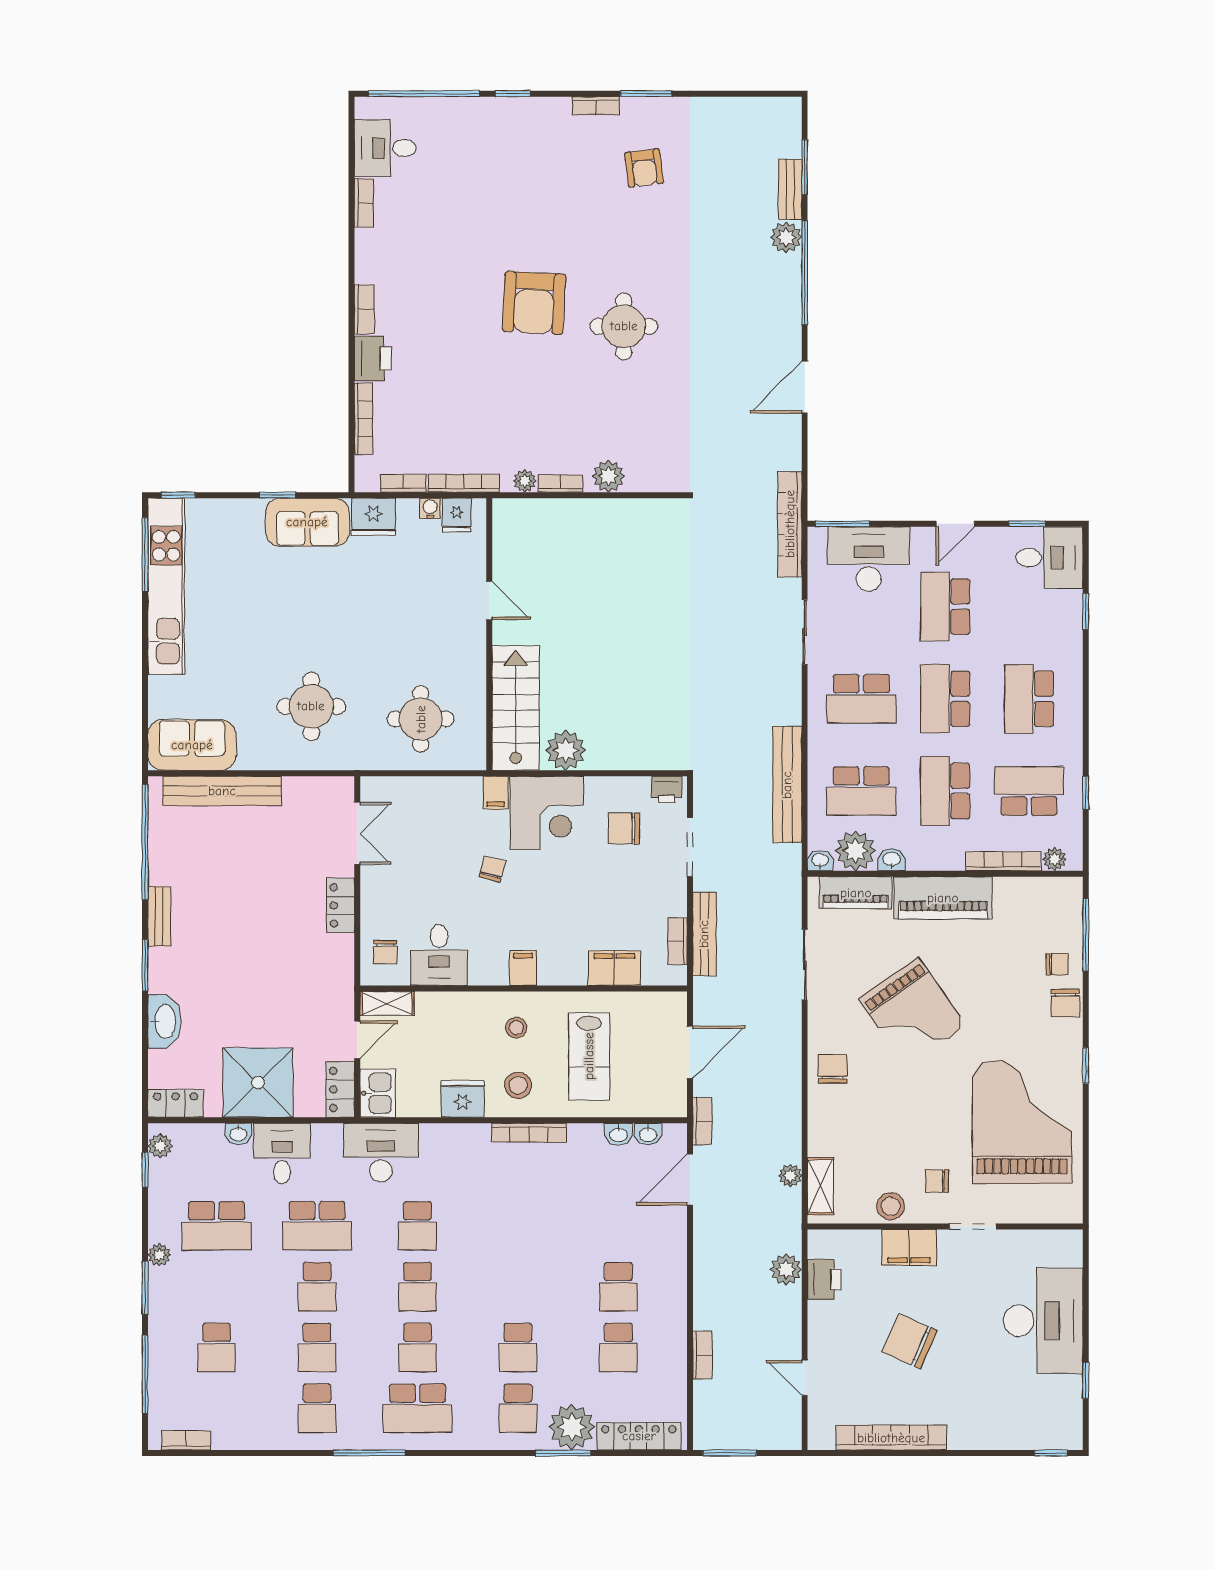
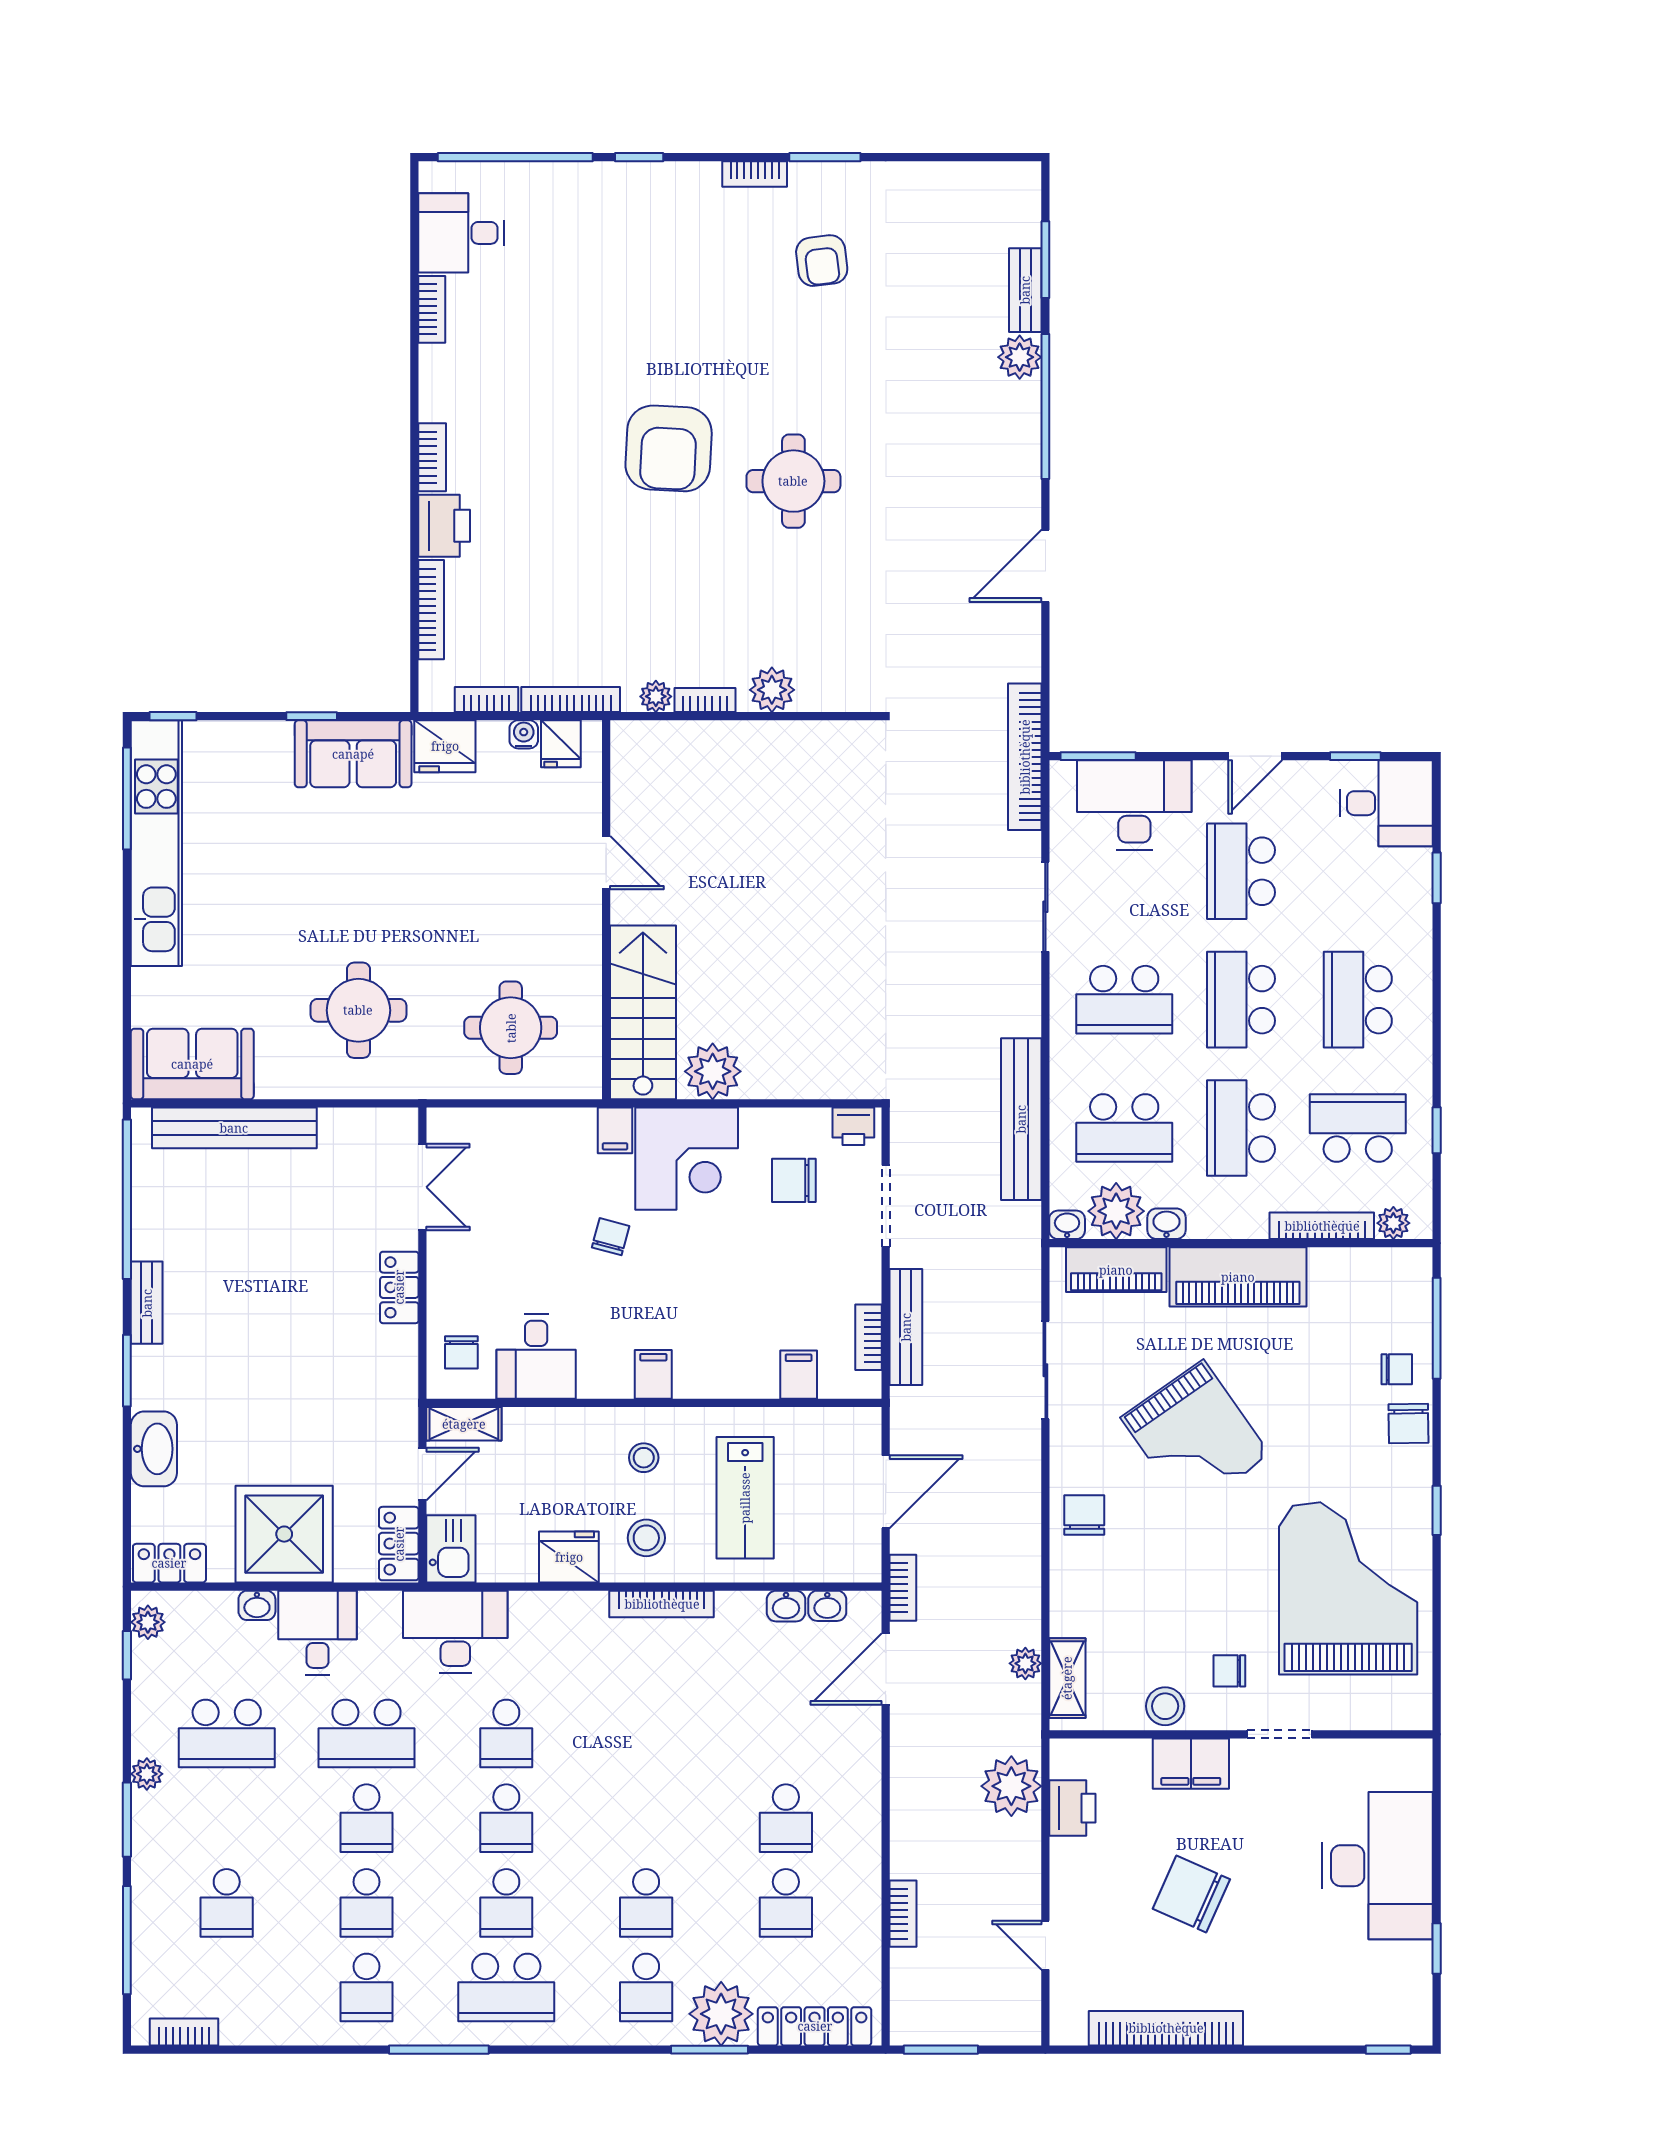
filing cabinet: (614, 968) -> (799, 1375), width x0.50
plant: (786, 1269) -> (1011, 1786), width x1.36, depth x1.36

